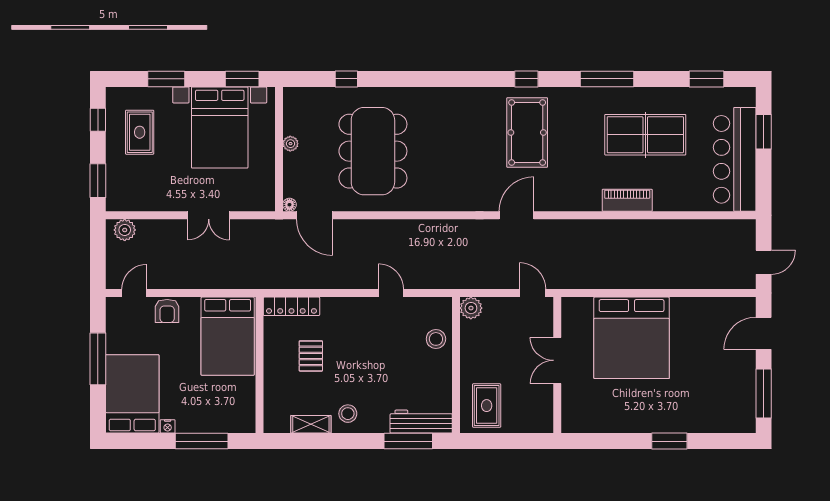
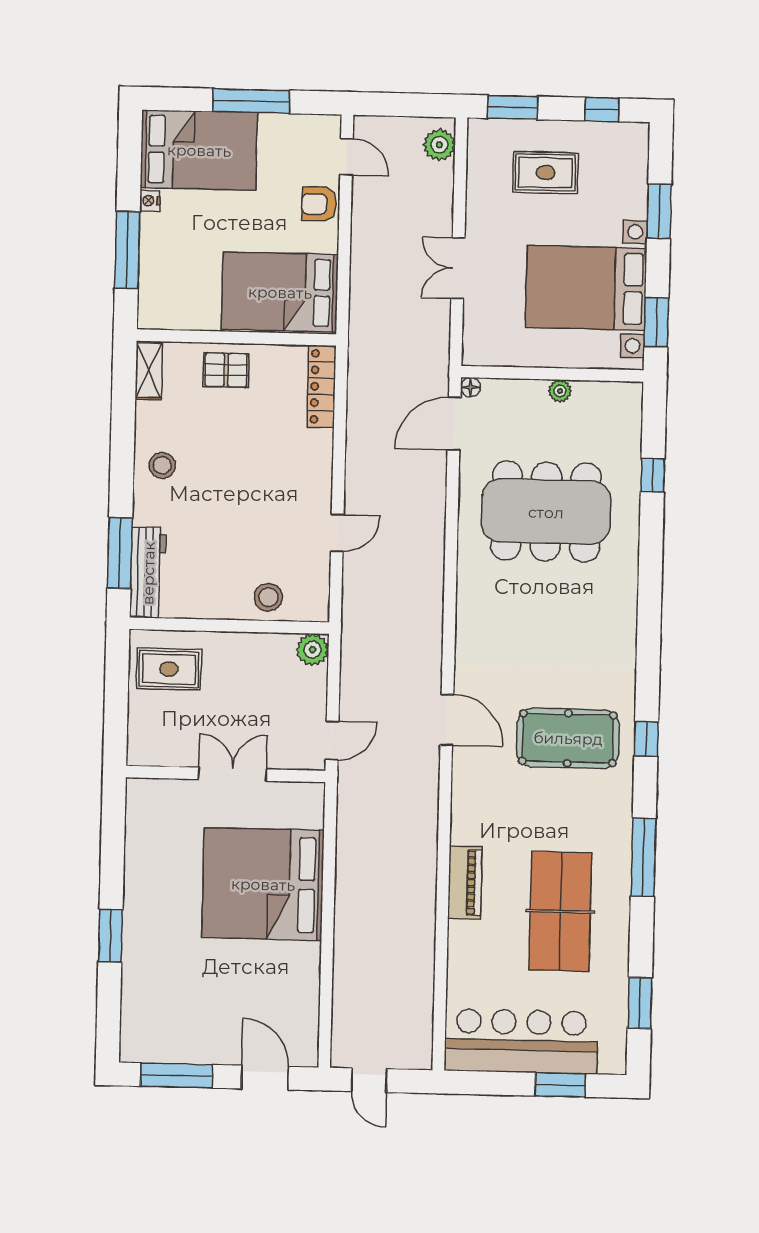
rug: (140, 132) -> (546, 173), moved
pallet: (311, 356) -> (226, 370), moved
shelving: (311, 424) -> (149, 370), moved

